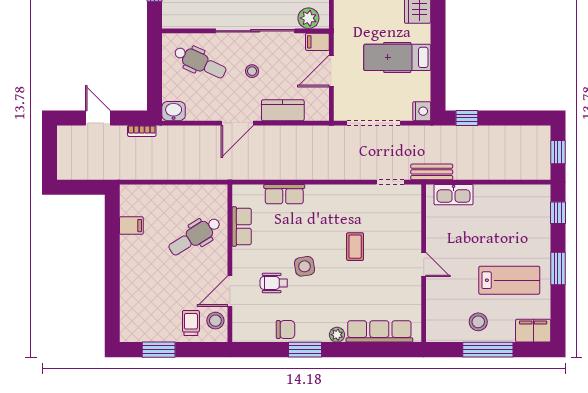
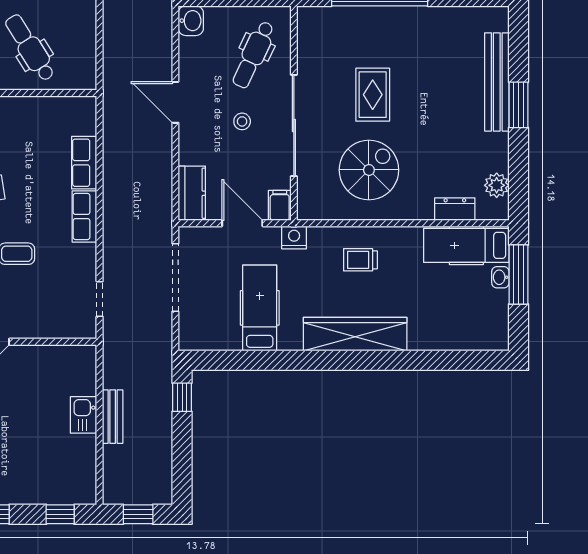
plant: (308, 18) -> (310, 194), removed
kitchen counter: (283, 110) -> (192, 193), moved
nightstand: (422, 111) -> (294, 238), moved, turned 180
bench: (432, 172) -> (113, 417), moved
kitchen sink: (454, 195) -> (84, 415), moved, width x0.73
row of seats: (242, 227) -> (84, 216), moved, turned 90

